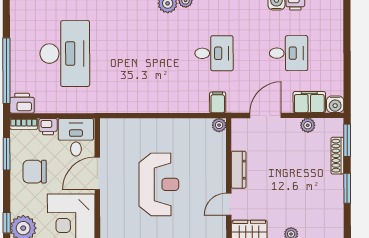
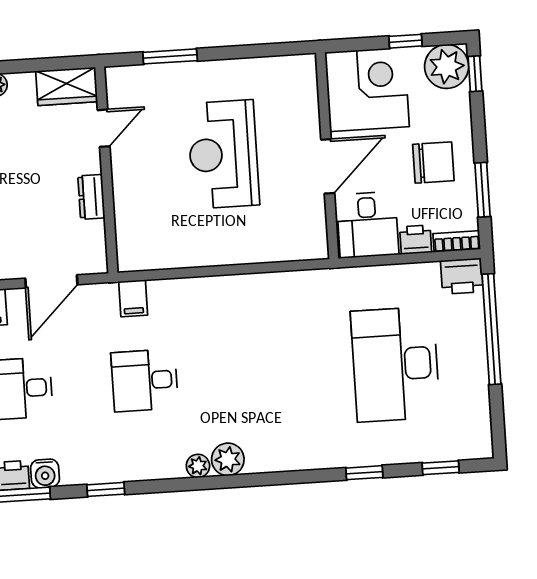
plant: (219, 125) -> (128, 260), removed
dresser: (239, 170) -> (91, 197), width x0.70

